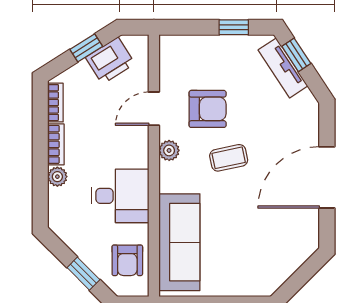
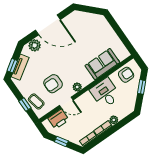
window: (234, 27) -> (25, 105), moved
printer: (110, 61) -> (58, 119), moved, turned 122
armchair: (208, 109) -> (53, 84), turned -90
plant: (305, 125) -> (35, 45), added
coffee table: (229, 158) -> (36, 101), moved
sofa: (179, 242) -> (102, 64), width x0.73

